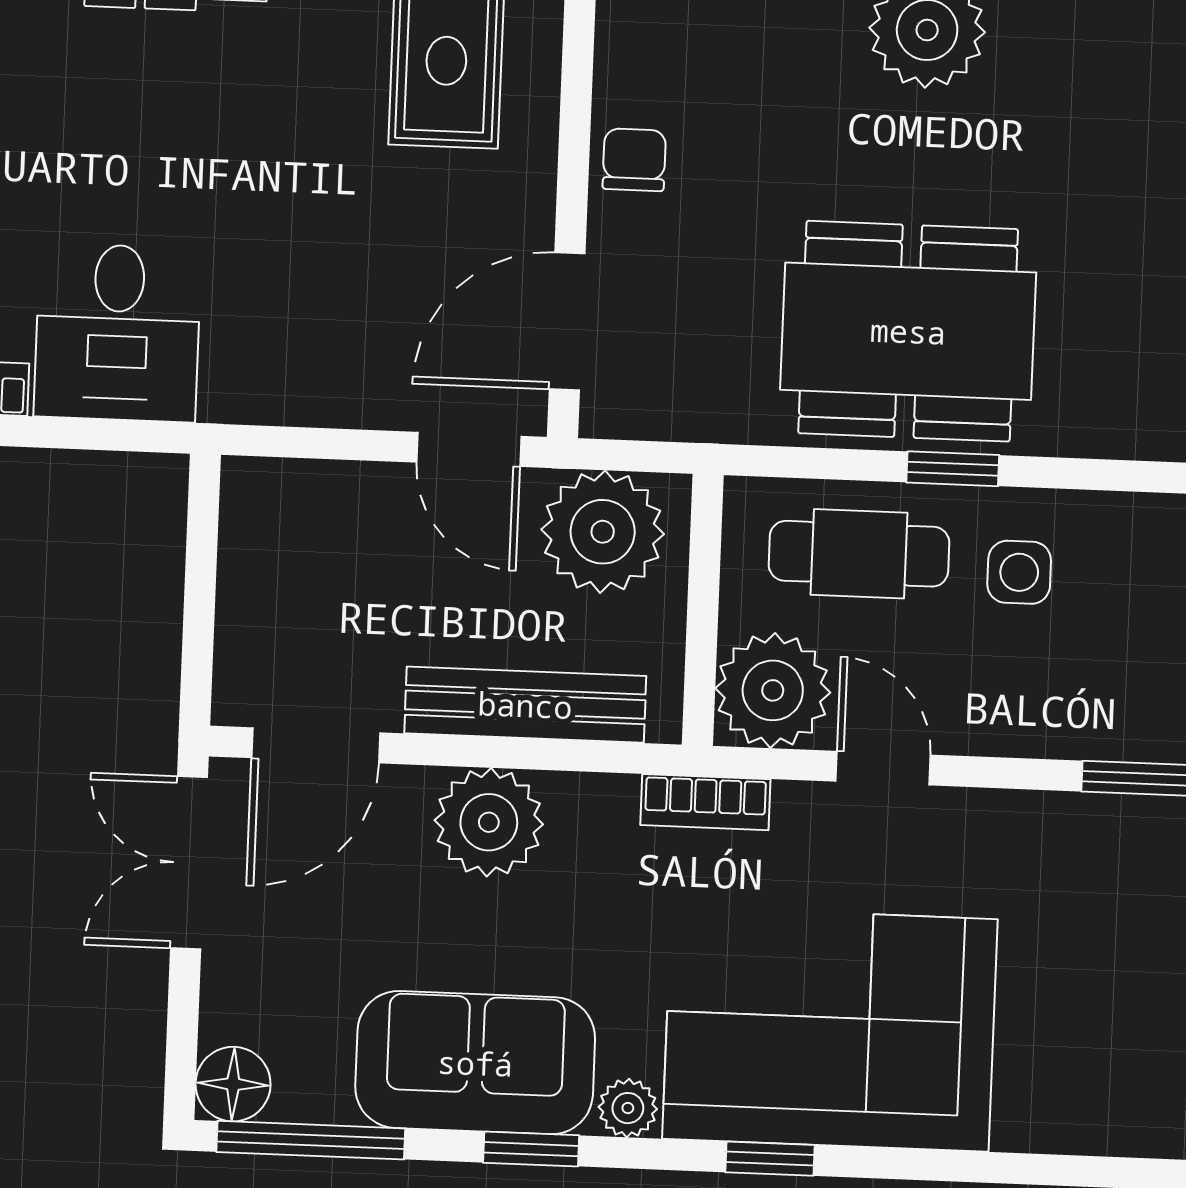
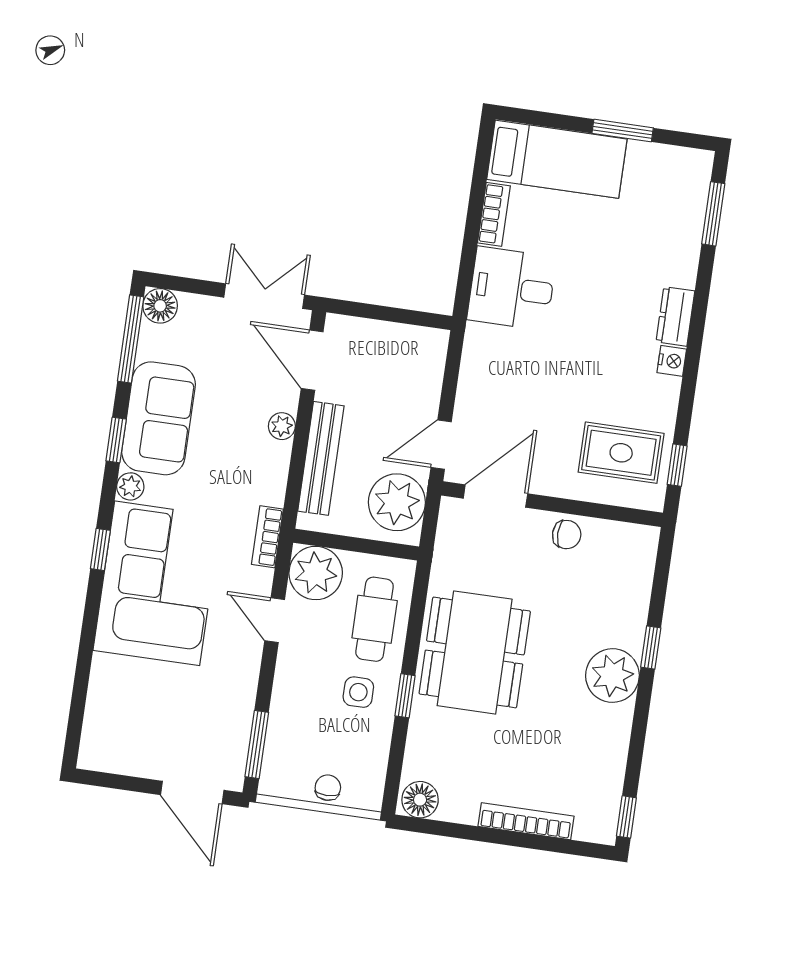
door: (567, 321) -> (495, 496), hinge flipped
window: (953, 469) -> (405, 696), moved
door: (883, 768) -> (275, 620), swing flipped
plant: (489, 822) -> (282, 426), width x0.53, depth x0.53

